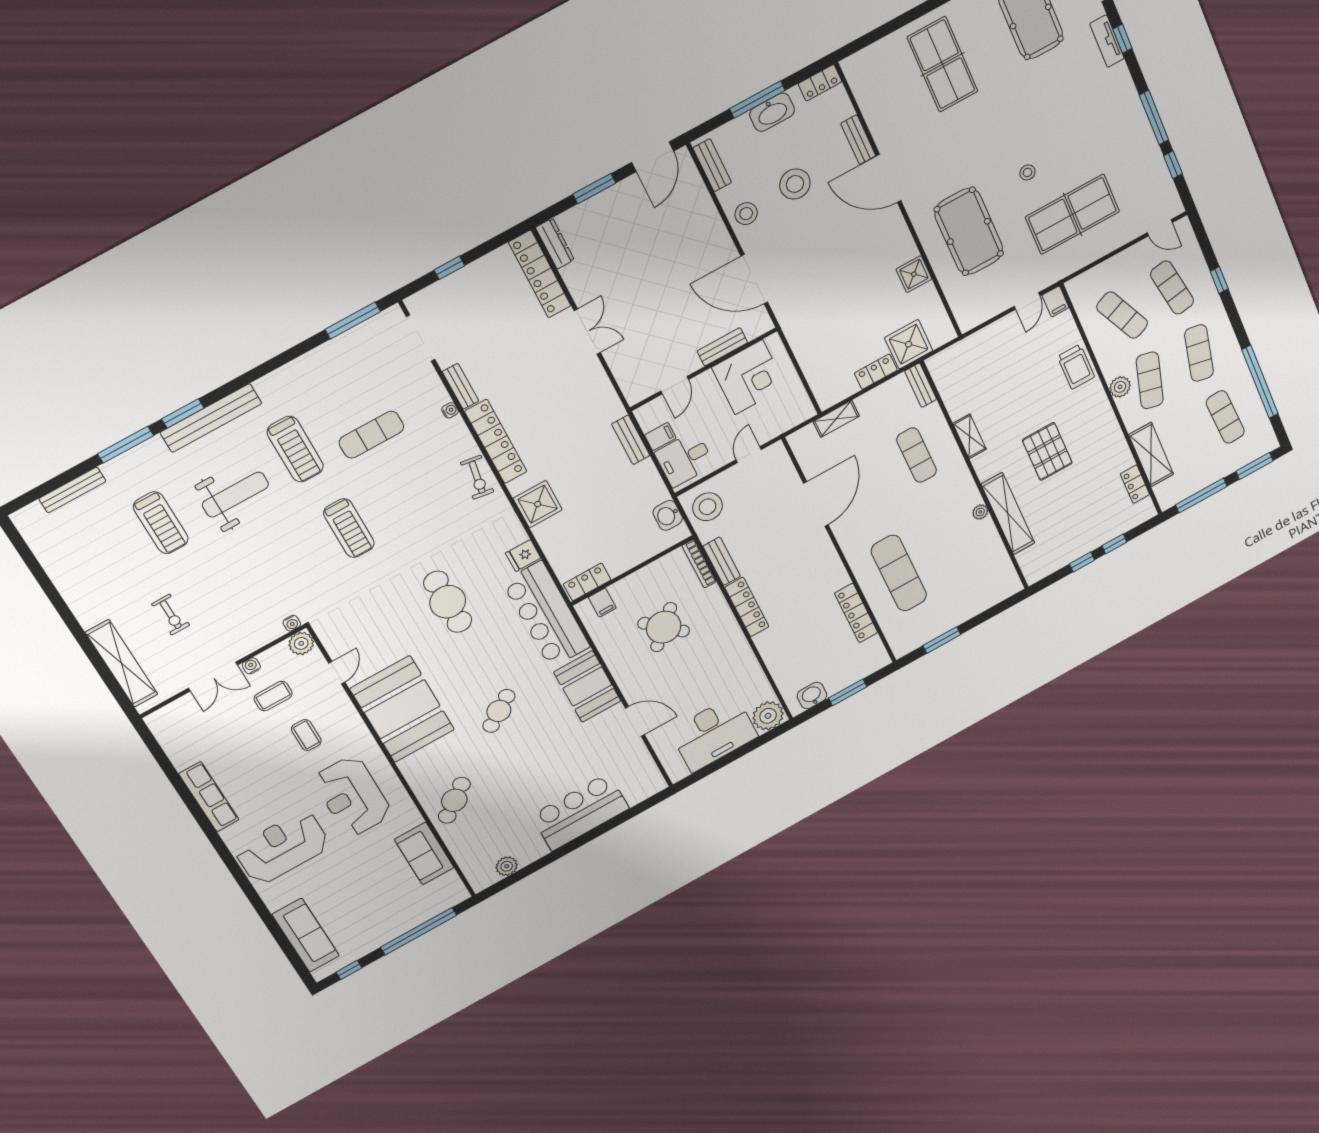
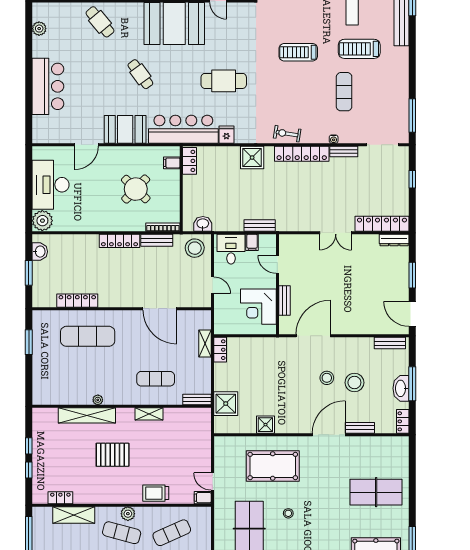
stool: (746, 214) -> (327, 378), moved
locker: (876, 372) -> (220, 350), moved

